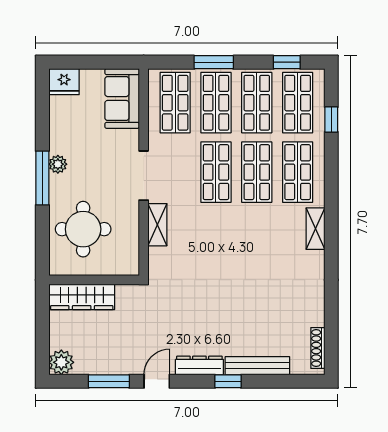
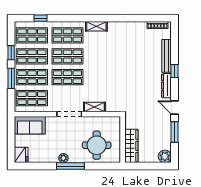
window: (287, 62) -> (11, 53), moved

